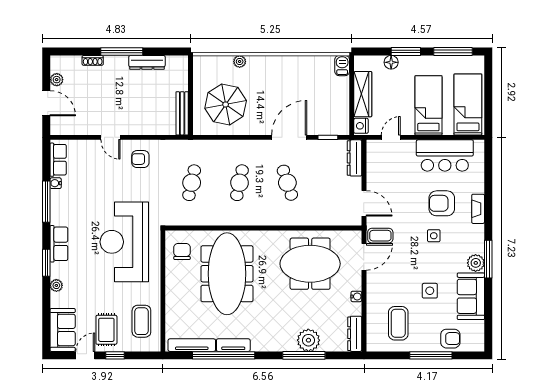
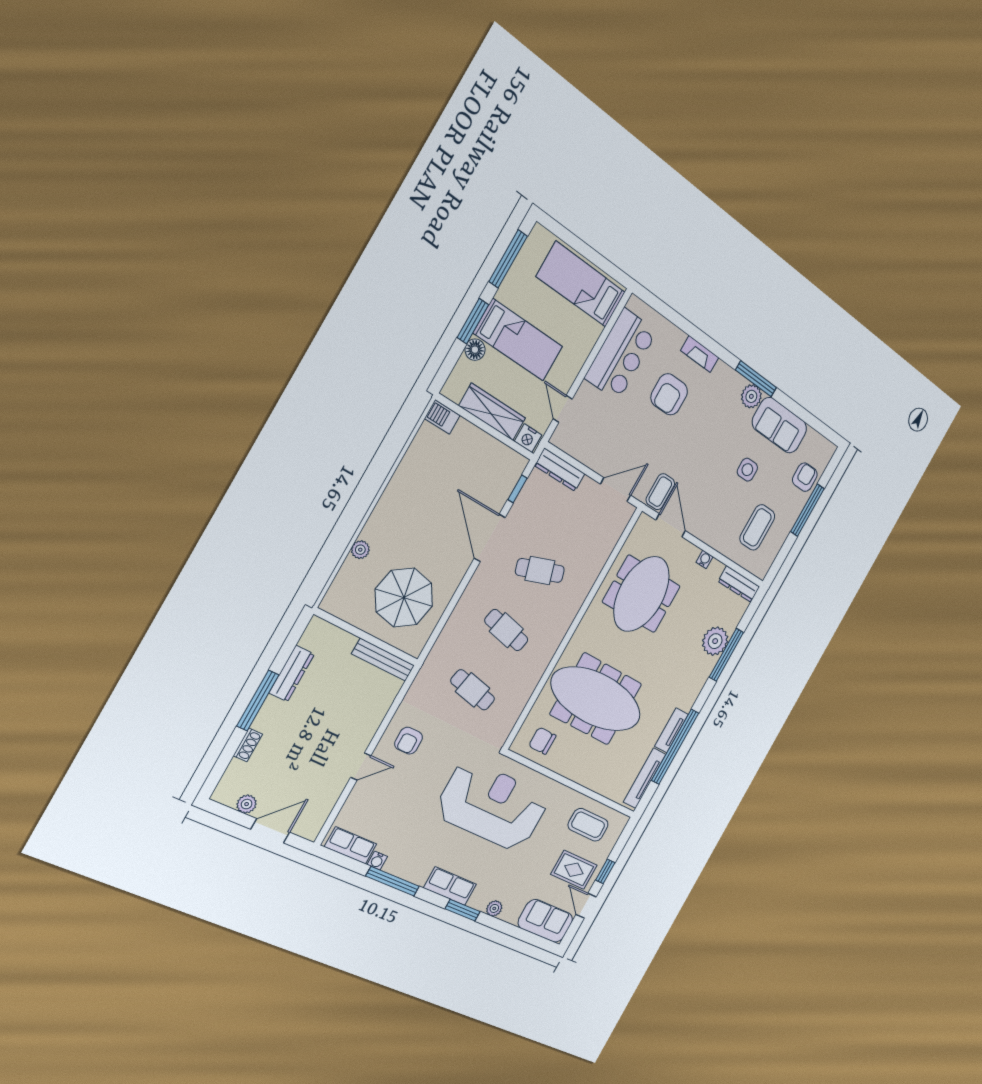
bed: (428, 105) -> (518, 340), moved, turned 180
side table: (434, 236) -> (697, 427), removed
reception desk: (124, 242) -> (493, 806), turned 180
coffee table: (398, 323) -> (757, 527), turned 90

